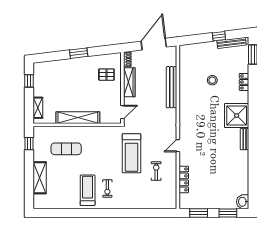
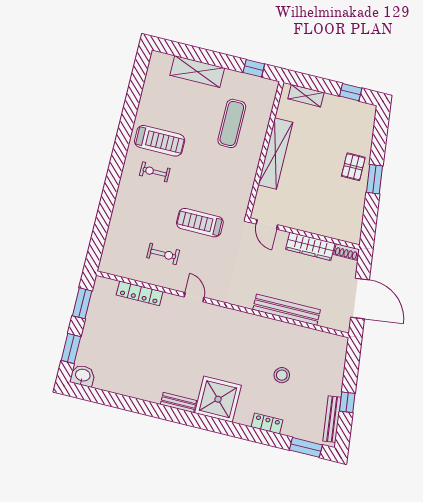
pallet: (106, 75) -> (353, 167), moved
treadmill: (132, 153) -> (200, 223), width x0.73, depth x0.73

